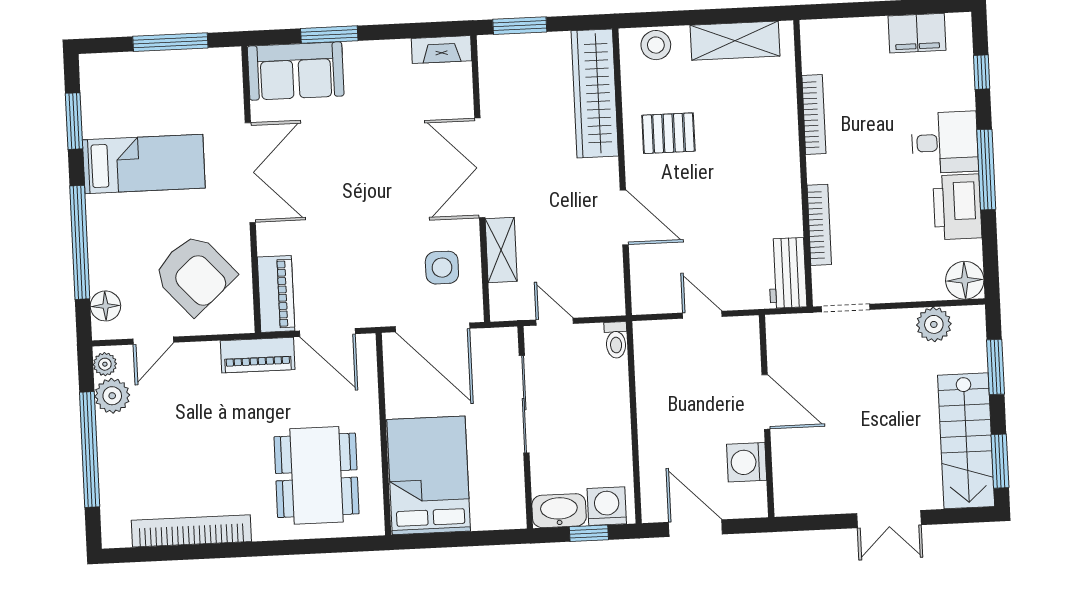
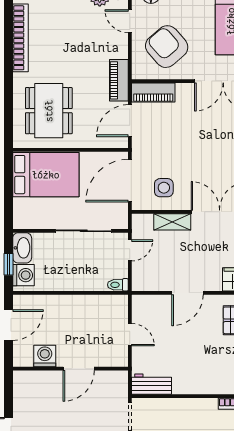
bookcase: (819, 225) -> (178, 404), removed
armchair: (194, 274) -> (167, 47), turned 91
door: (702, 315) -> (130, 335), hinge flipped
dining table: (317, 475) -> (49, 111), turned 90

